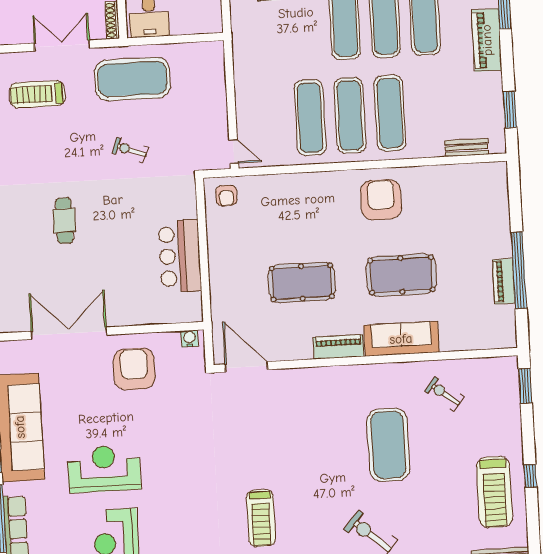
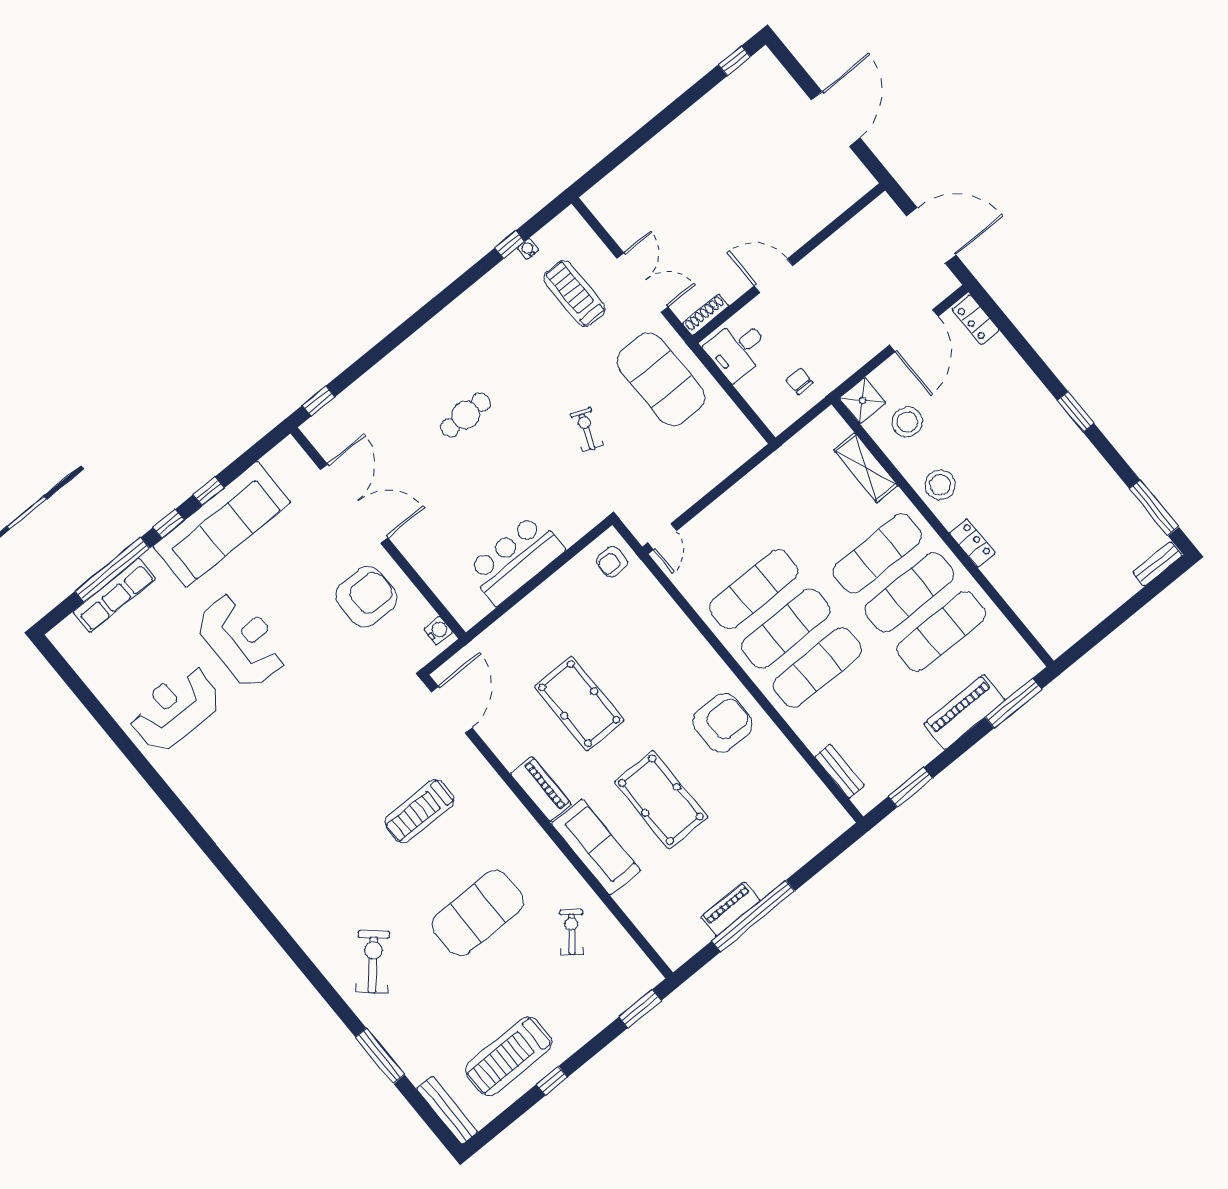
treadmill: (261, 518) -> (419, 811), moved

